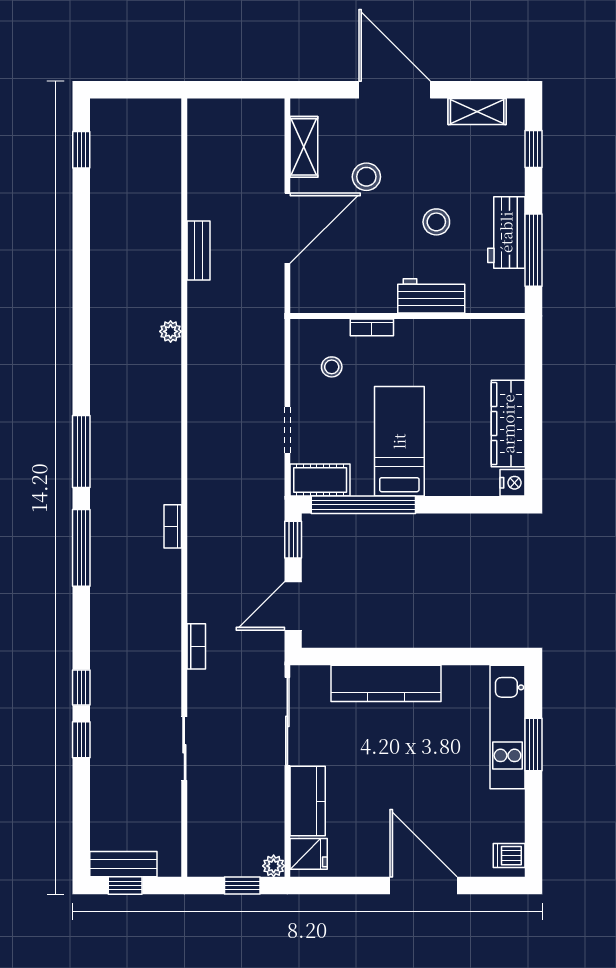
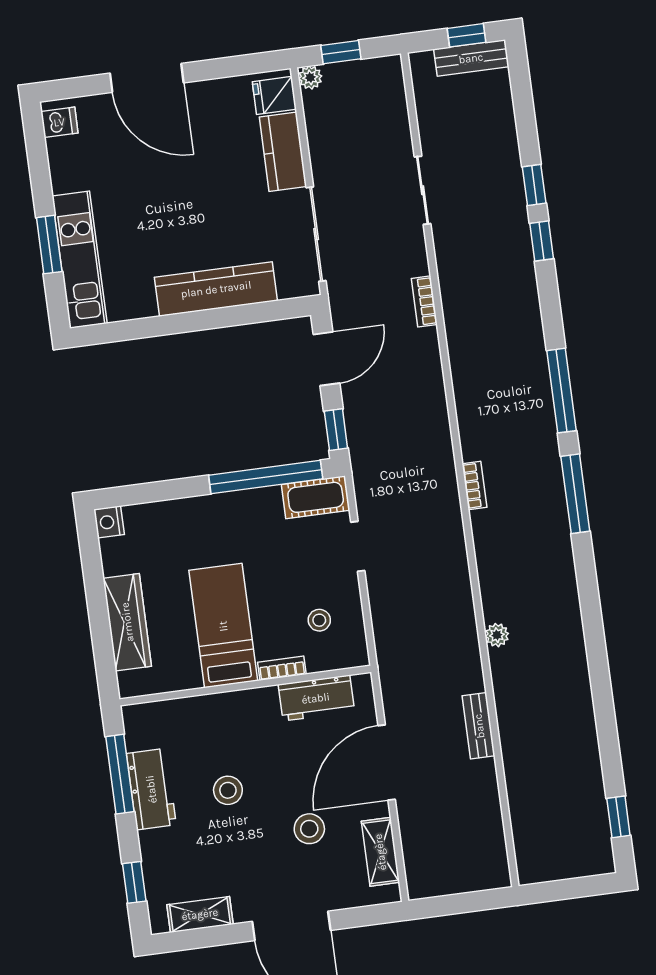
workbench: (431, 296) -> (316, 698), moved
wardrobe: (508, 424) -> (127, 622), moved
bed: (399, 441) -> (223, 626), moved, turned 180
bookcase: (173, 526) -> (474, 486), moved

